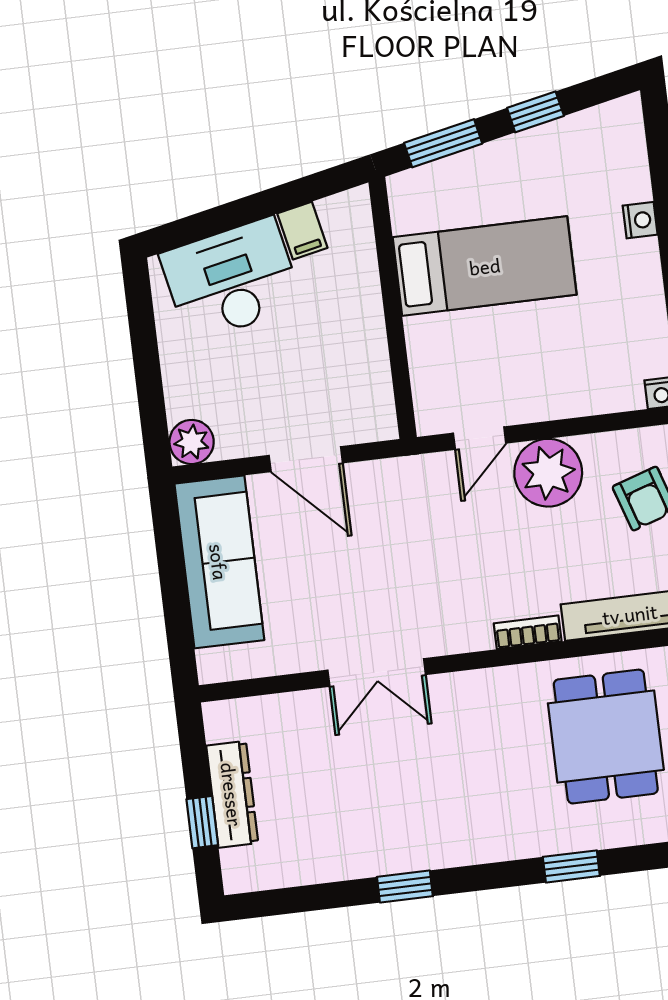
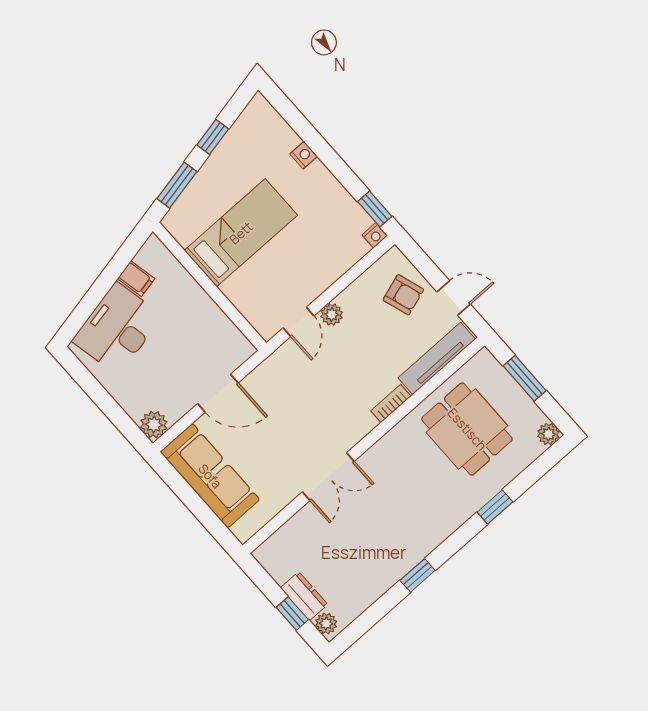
plant: (548, 473) -> (332, 315), width x0.53, depth x0.53
dresser: (232, 794) -> (304, 596), width x0.70
plant: (238, 867) -> (326, 624), added

